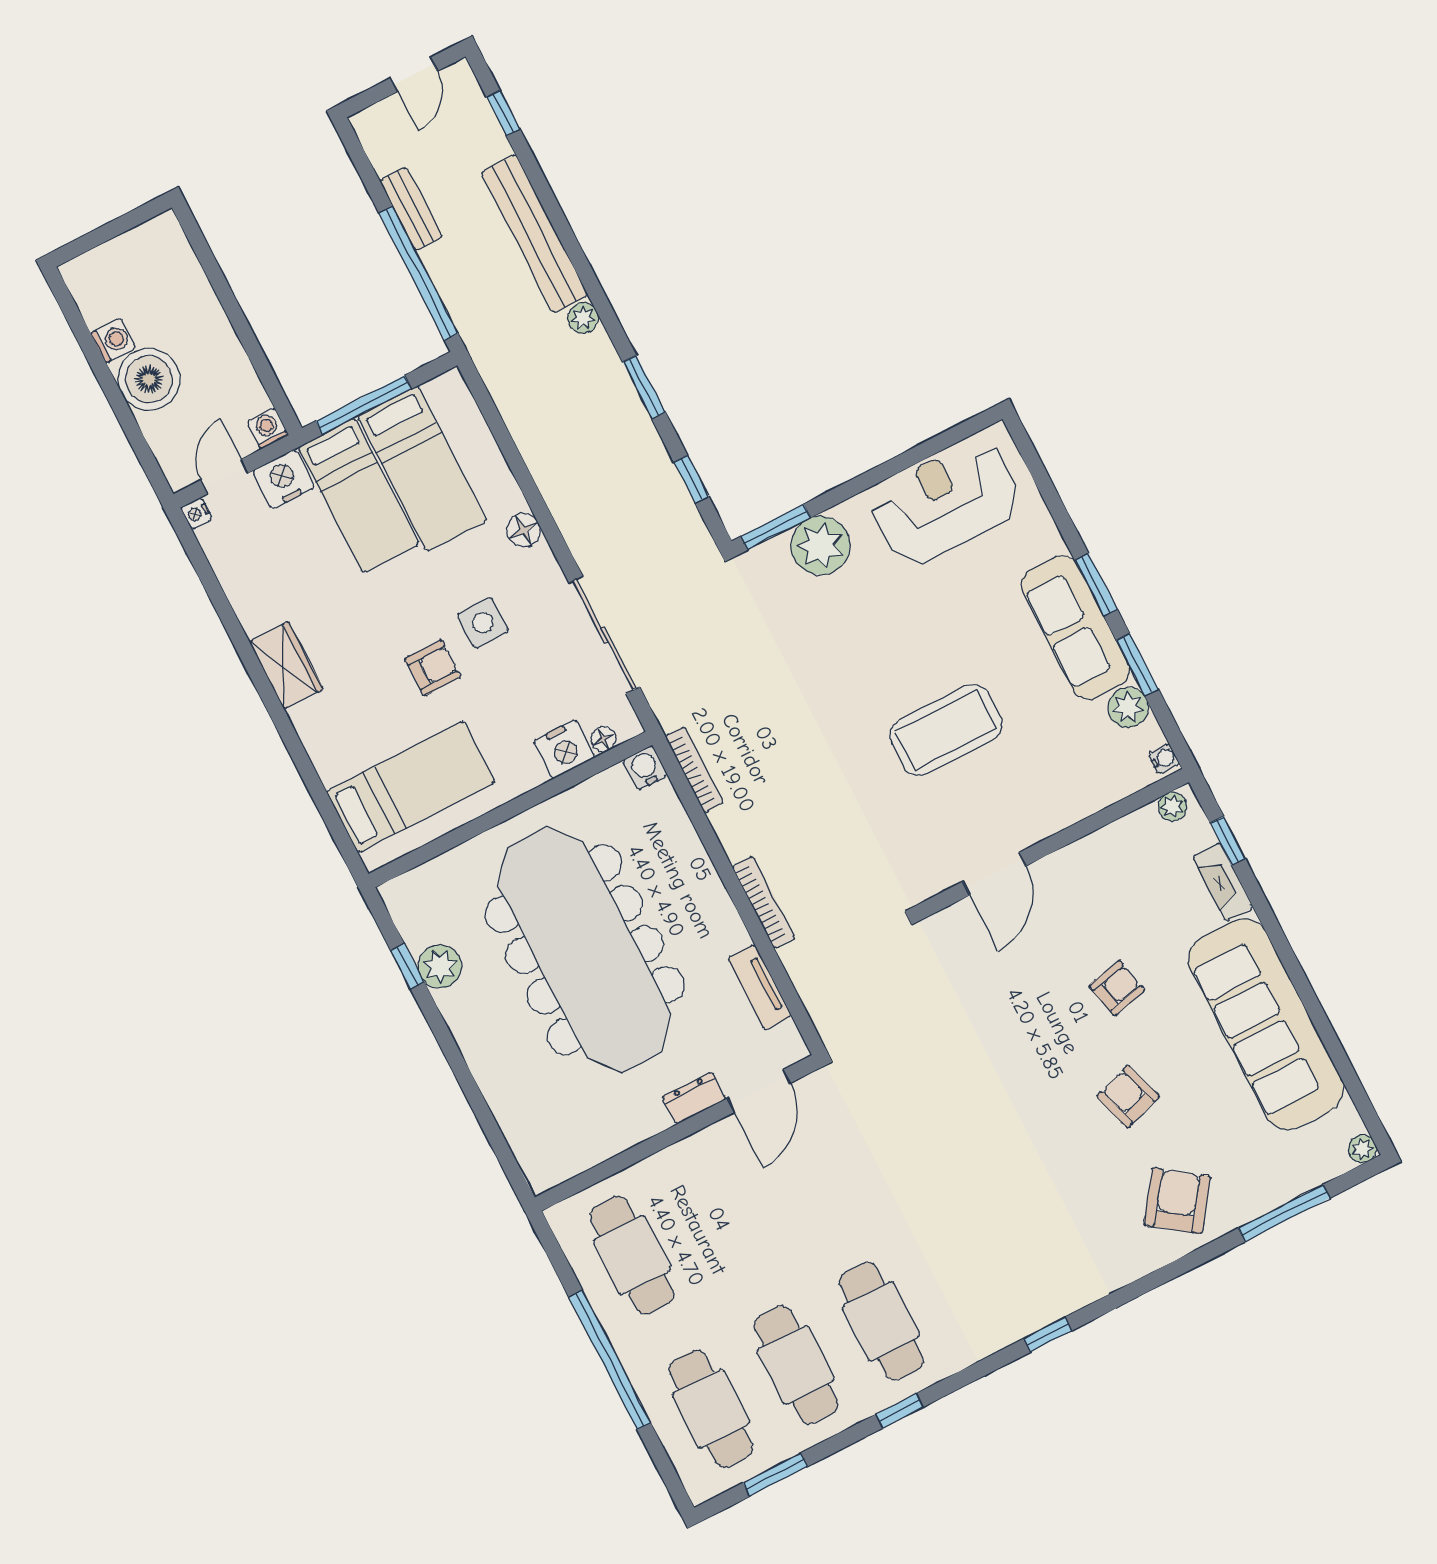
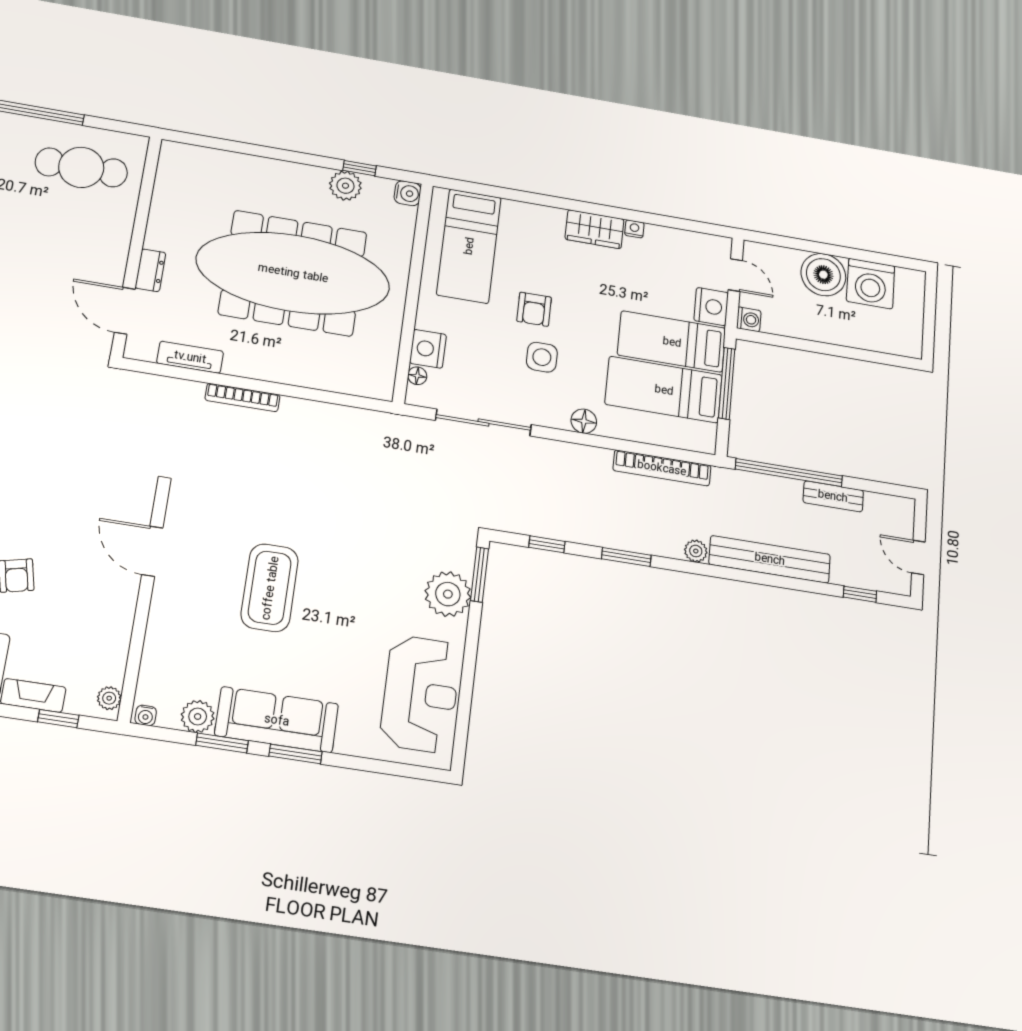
washing machine: (113, 340) -> (871, 284), width x1.89, depth x1.89
nightstand: (196, 513) -> (634, 229), moved
water cooler: (645, 768) -> (408, 193), moved
bookcase: (694, 770) -> (662, 468), moved, width x1.48, depth x1.31

